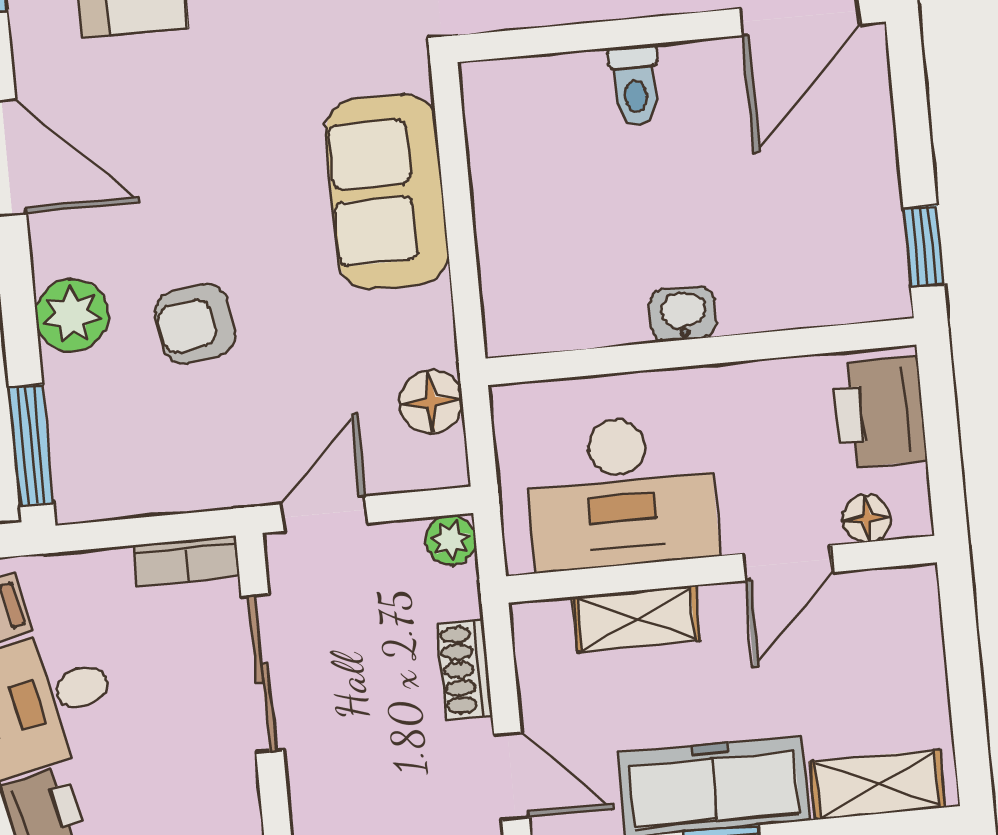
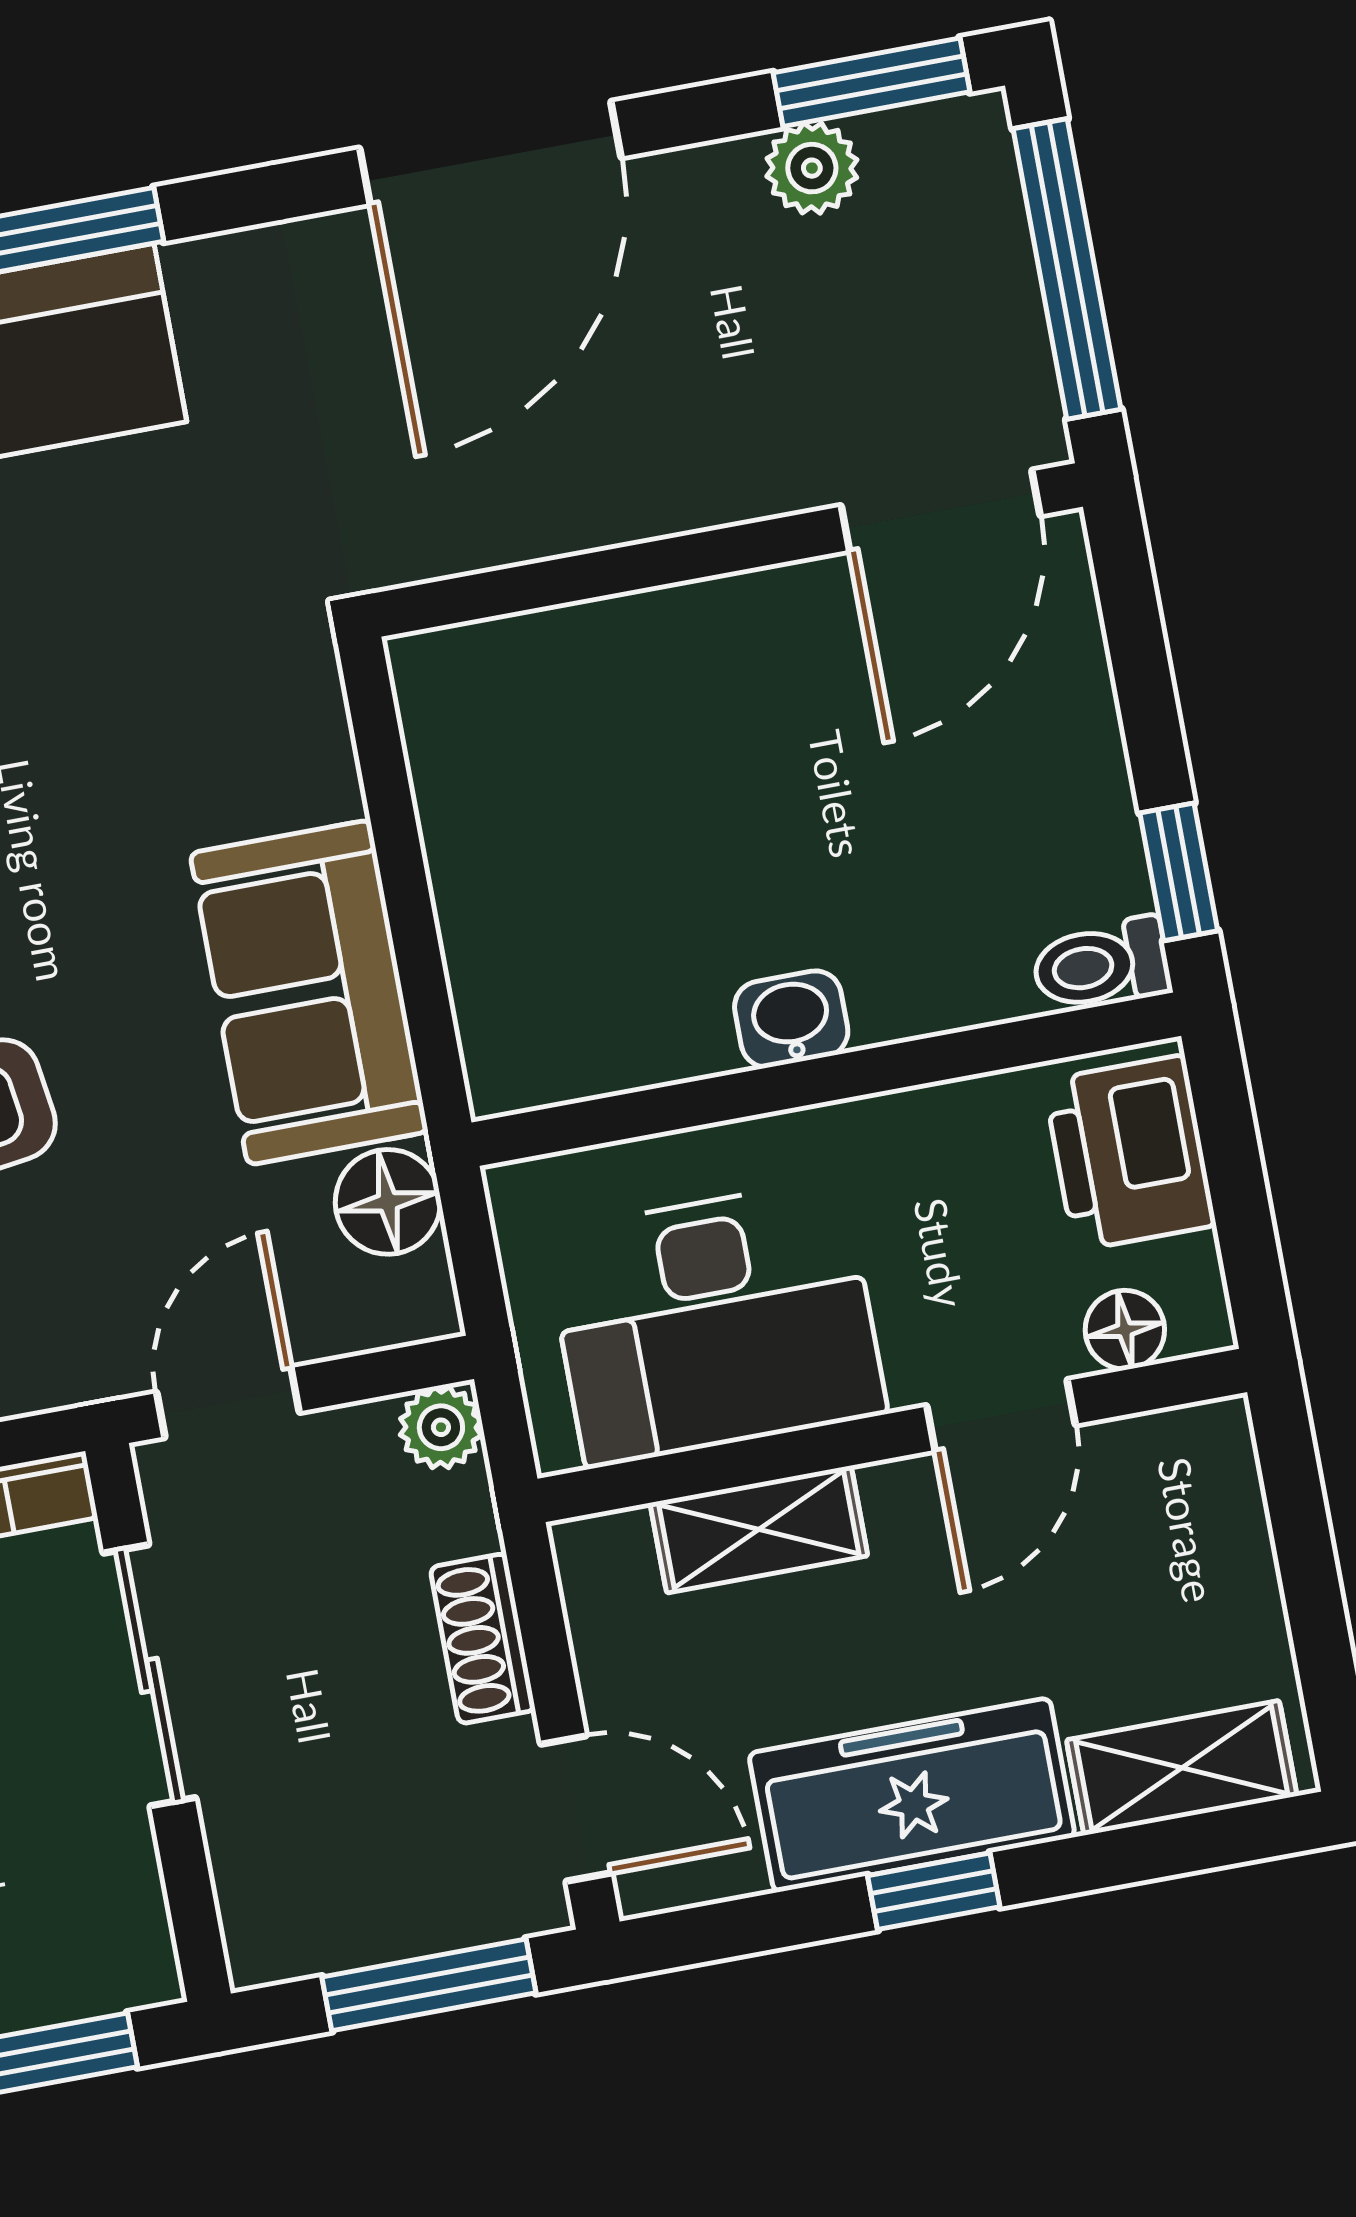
toilet: (635, 85) -> (1101, 965), moved, turned 90
sofa: (387, 192) -> (309, 992), moved

